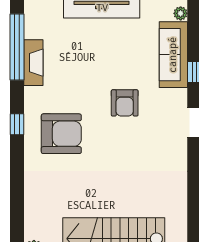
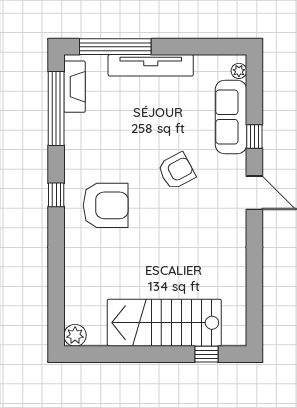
fireplace: (33, 63) -> (75, 87), moved
armchair: (125, 103) -> (176, 171), turned -118

